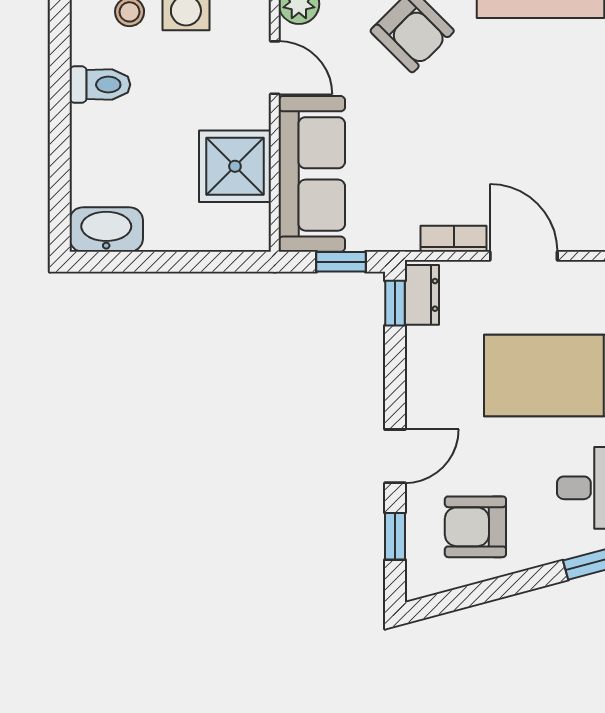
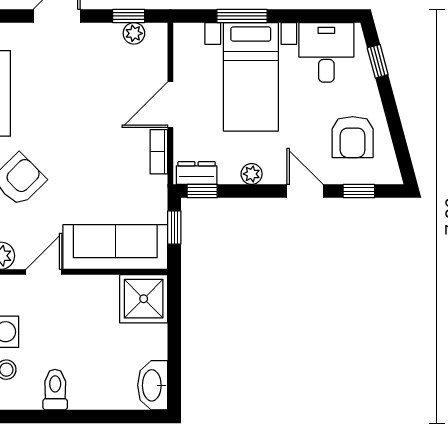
shower: (235, 166) -> (144, 299), moved
plant: (420, 377) -> (252, 174), added

